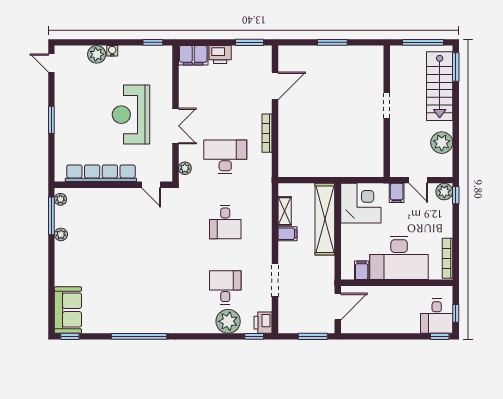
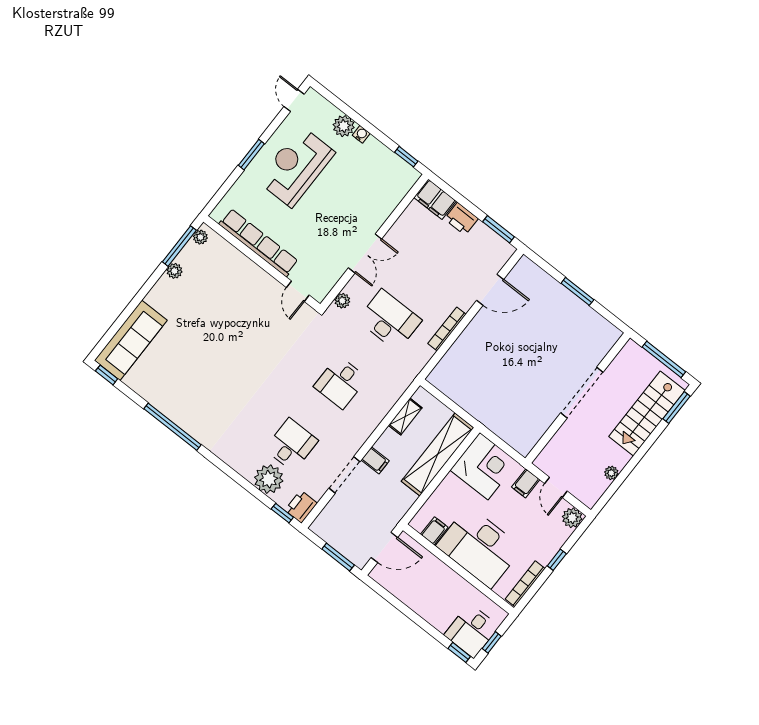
doorway: (387, 105) -> (582, 392), width x1.88
reception desk: (131, 115) -> (296, 167), moved
plant: (442, 143) -> (611, 473), width x0.53, depth x0.53
window: (456, 195) -> (557, 560), moved
filing cabinet: (287, 234) -> (375, 460), moved
sofa: (68, 310) -> (131, 340), width x1.36

